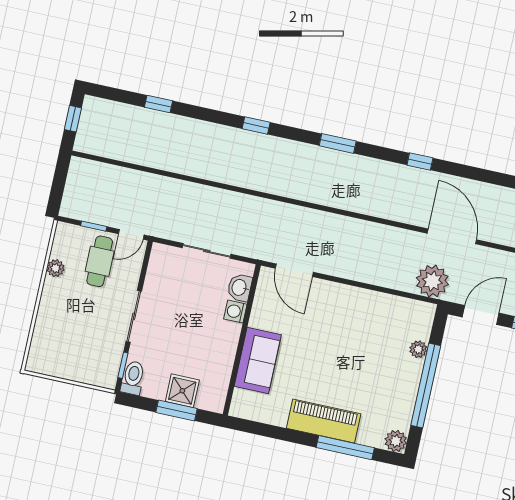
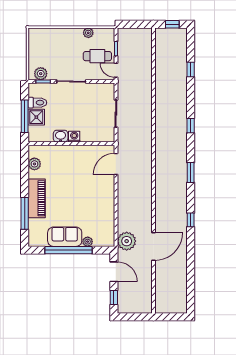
washbasin: (240, 288) -> (61, 136), moved
washing machine: (235, 312) -> (74, 137), moved
sofa: (258, 361) -> (65, 237), moved, turned 180
plant: (108, 366) -> (41, 74), added
toilet: (133, 378) -> (37, 103), moved
window: (177, 411) -> (25, 116), width x1.44
plant: (396, 441) -> (34, 164), moved

